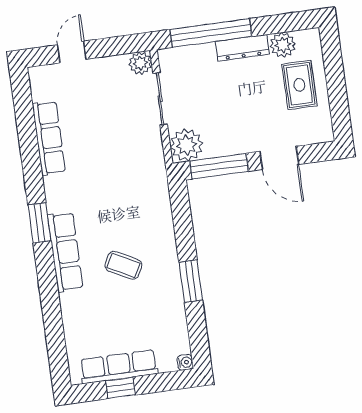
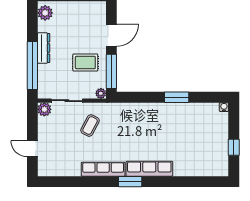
plant: (283, 45) -> (45, 13), moved
rug: (299, 85) -> (85, 62), moved
row of seats: (49, 138) -> (103, 169), moved
plant: (186, 145) -> (101, 93), width x0.53, depth x0.53
coffee table: (123, 265) -> (90, 125), moved
row of seats: (119, 367) -> (221, 146), removed

